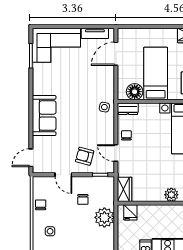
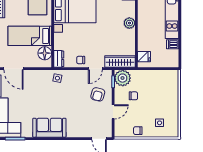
sofa: (44, 116) -> (49, 128), moved
wardrobe: (125, 189) -> (120, 61), width x1.50
plant: (104, 217) -> (123, 78), moved

